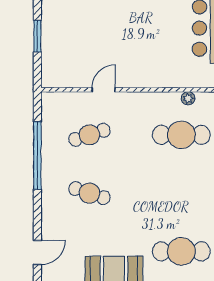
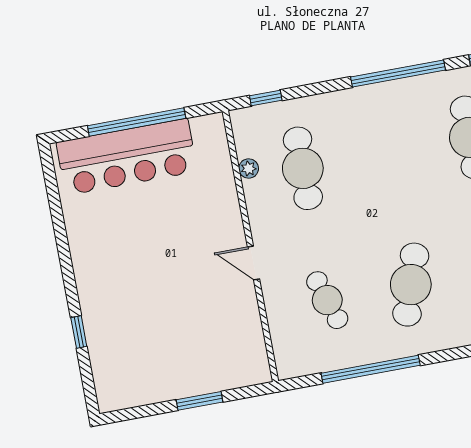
door: (104, 90) -> (254, 263), moved
cafe table: (89, 193) -> (411, 285), width x1.37, depth x1.35

